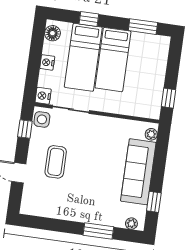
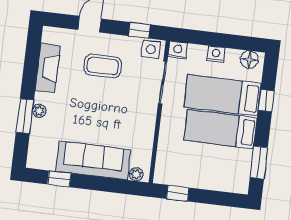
fireplace: (56, 210) -> (48, 68), added
plant: (131, 224) -> (39, 111), moved

